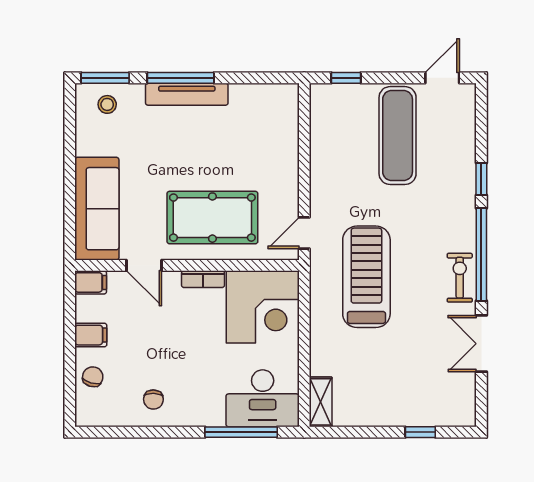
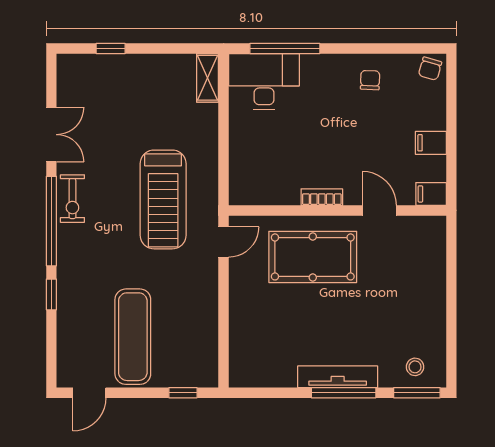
sofa: (97, 209) -> (425, 266), removed
corner desk: (263, 307) -> (264, 170), removed
chair: (93, 377) -> (430, 69), moved

